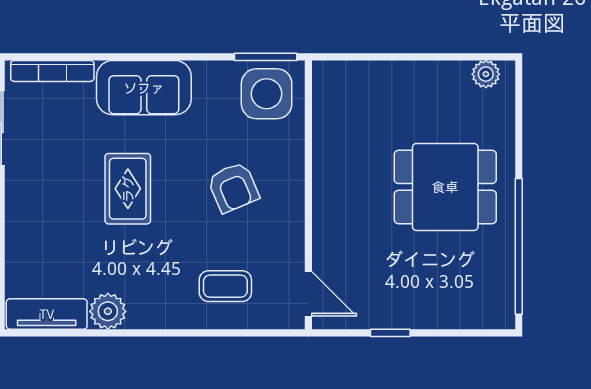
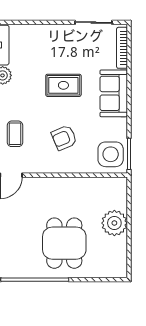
plant: (486, 74) -> (114, 223), moved, width x1.88, depth x1.88

